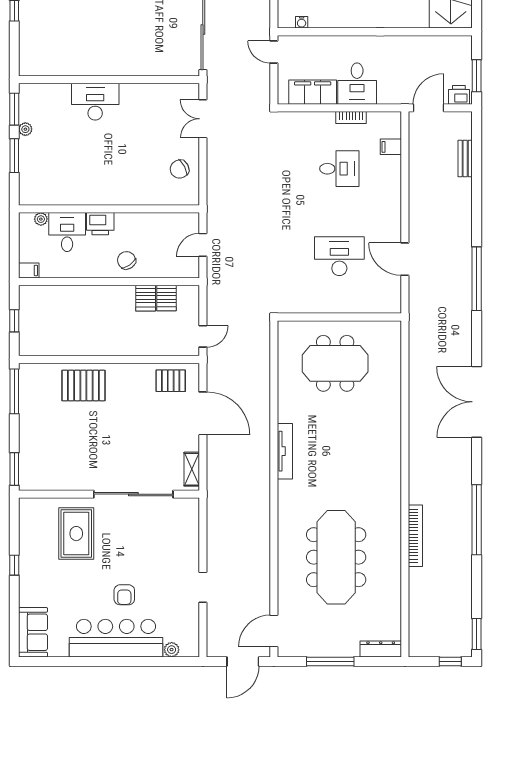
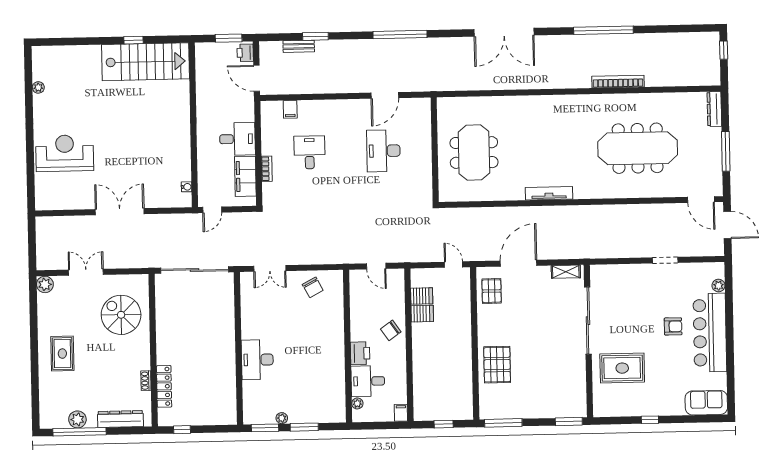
bookcase: (351, 118) -> (267, 169), moved
window: (477, 634) -> (315, 36), moved

